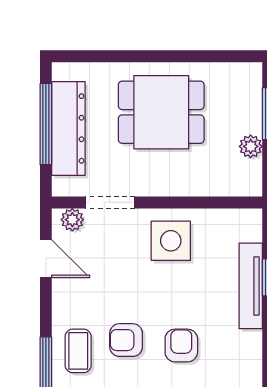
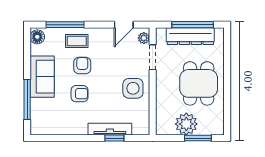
plant: (251, 146) -> (186, 124), width x1.87, depth x1.87

